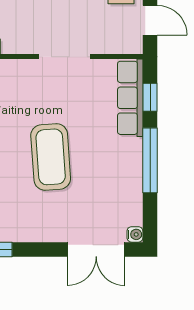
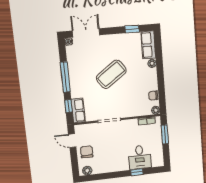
row of seats: (130, 98) -> (78, 111), width x0.68
coffee table: (51, 157) -> (111, 74), turned 58

